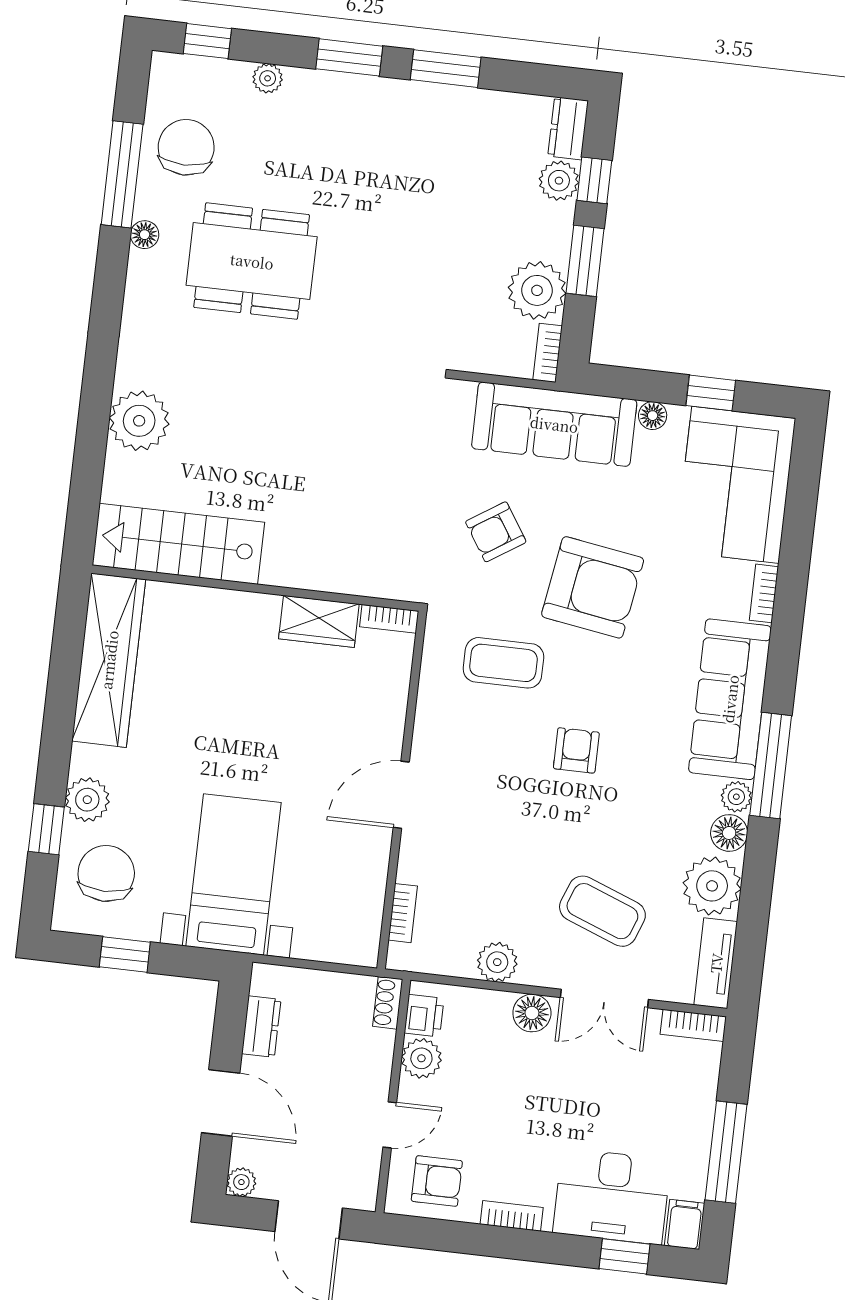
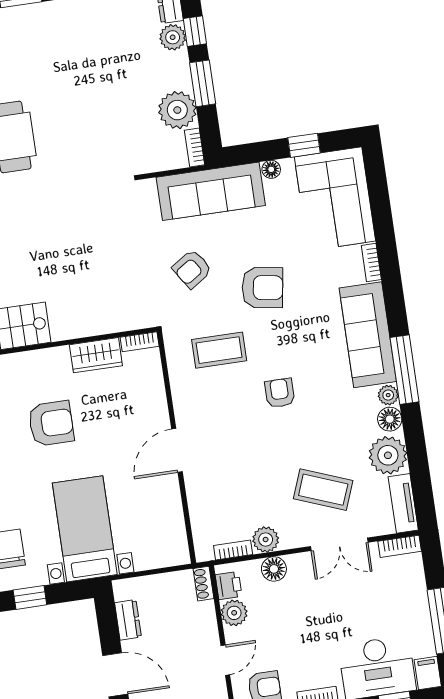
armchair: (593, 587) -> (262, 288), width x0.73, depth x0.73
armchair: (225, 705) -> (51, 423), added
bookcase: (403, 913) -> (233, 550), moved, turned -90
floor lamp: (532, 1013) -> (274, 569), moved

